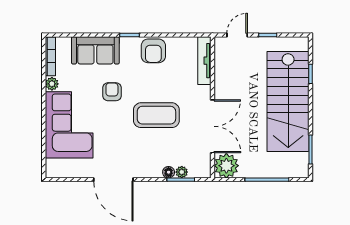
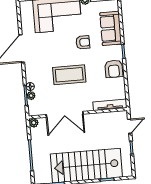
door: (237, 35) -> (130, 126), hinge flipped
armchair: (153, 51) -> (114, 69), turned -90
coffee table: (156, 115) -> (69, 75), turned 90
plant: (226, 166) -> (34, 123), width x0.53, depth x0.53

